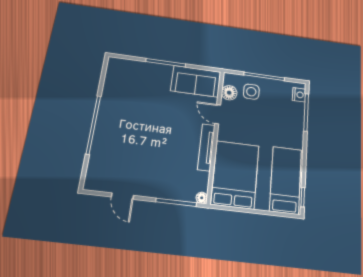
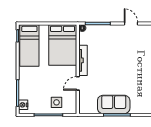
sofa: (196, 81) -> (114, 104), moved
floor lamp: (229, 93) -> (72, 100), removed
door: (218, 114) -> (78, 83), swing flipped

